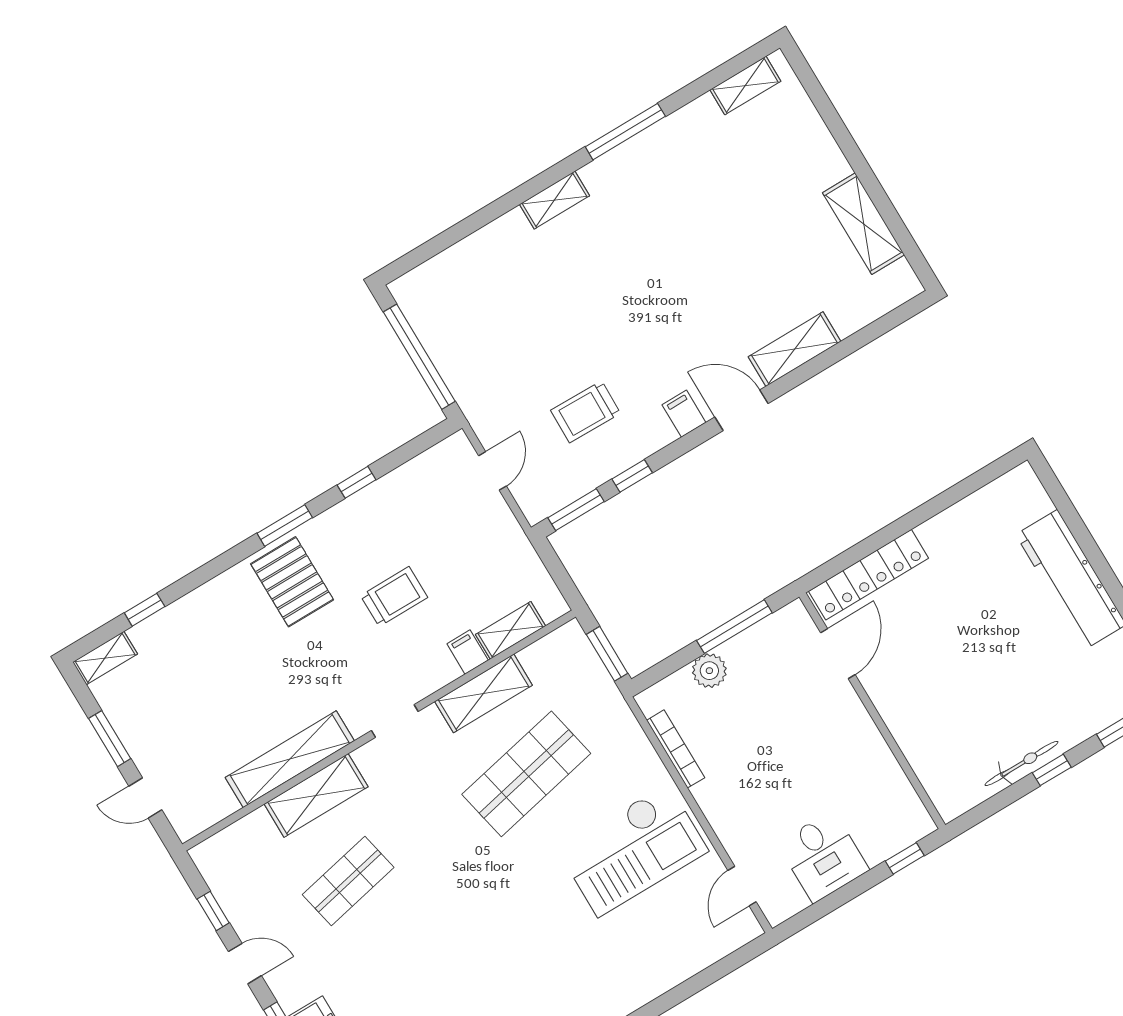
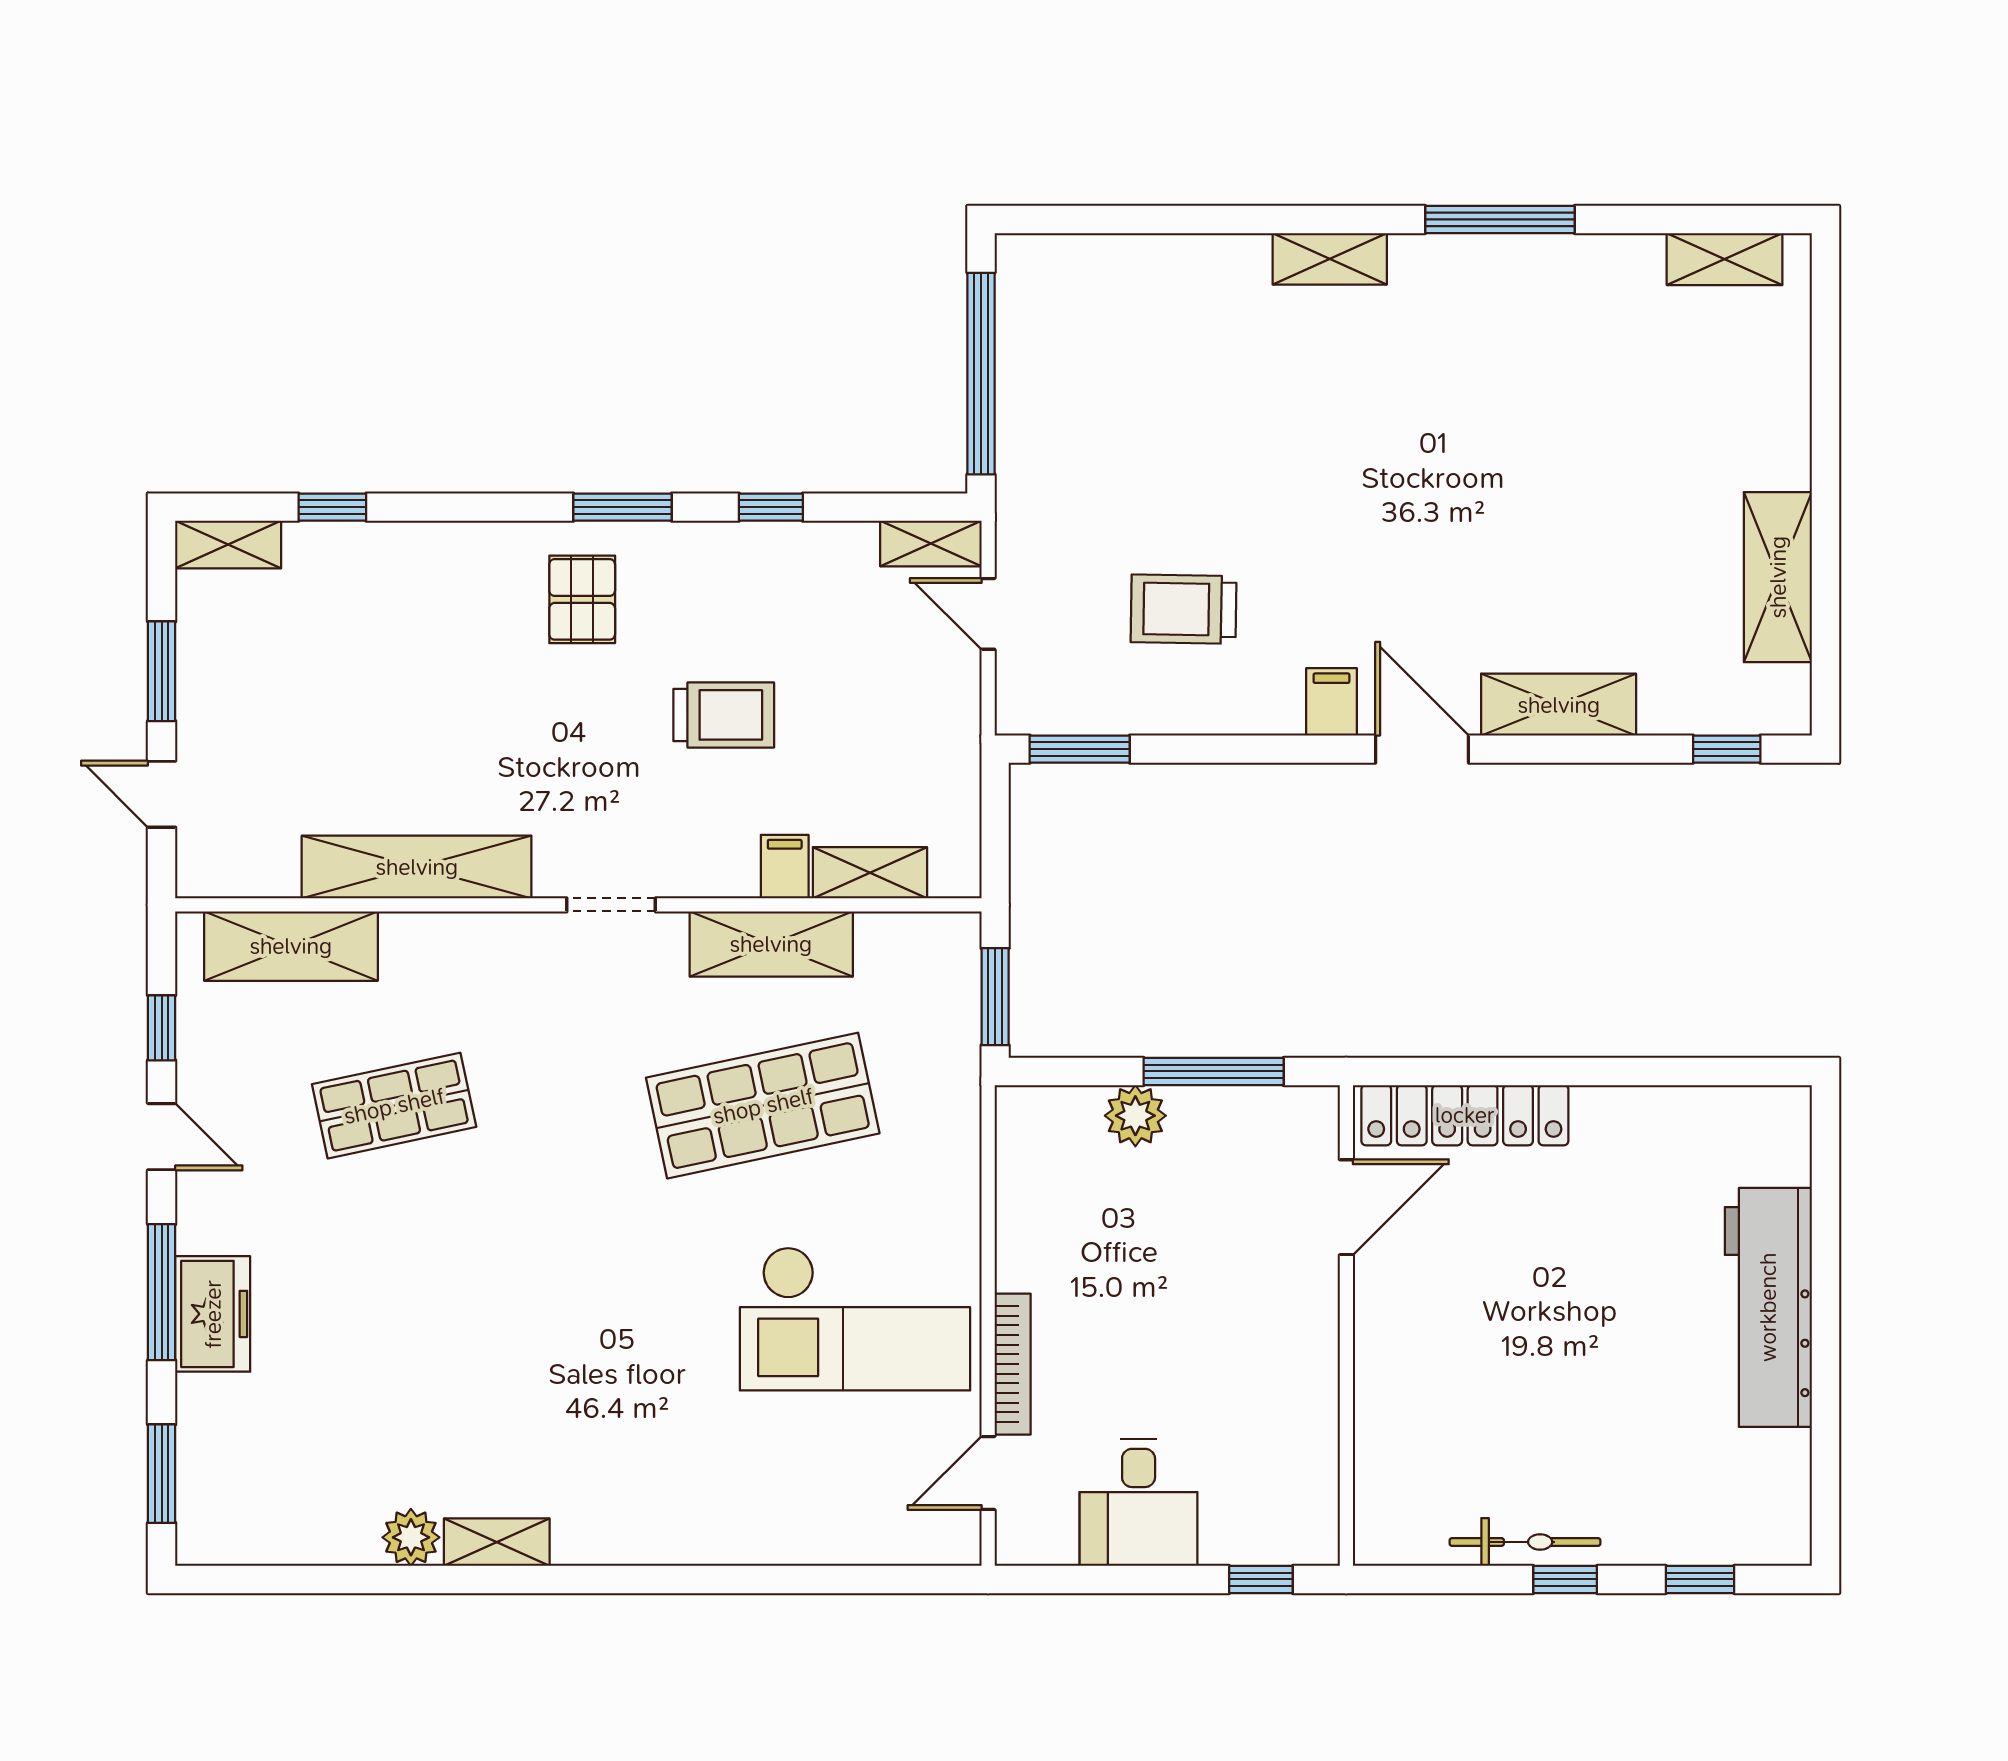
shelving: (444, 453) -> (931, 544), added
door: (492, 471) -> (988, 614), swing flipped
window: (632, 476) -> (1727, 749), moved
pallet: (292, 582) -> (582, 599), width x0.67, depth x0.71
bookcase: (676, 749) -> (1013, 1364), moved
shelving: (316, 795) -> (291, 946), moved

